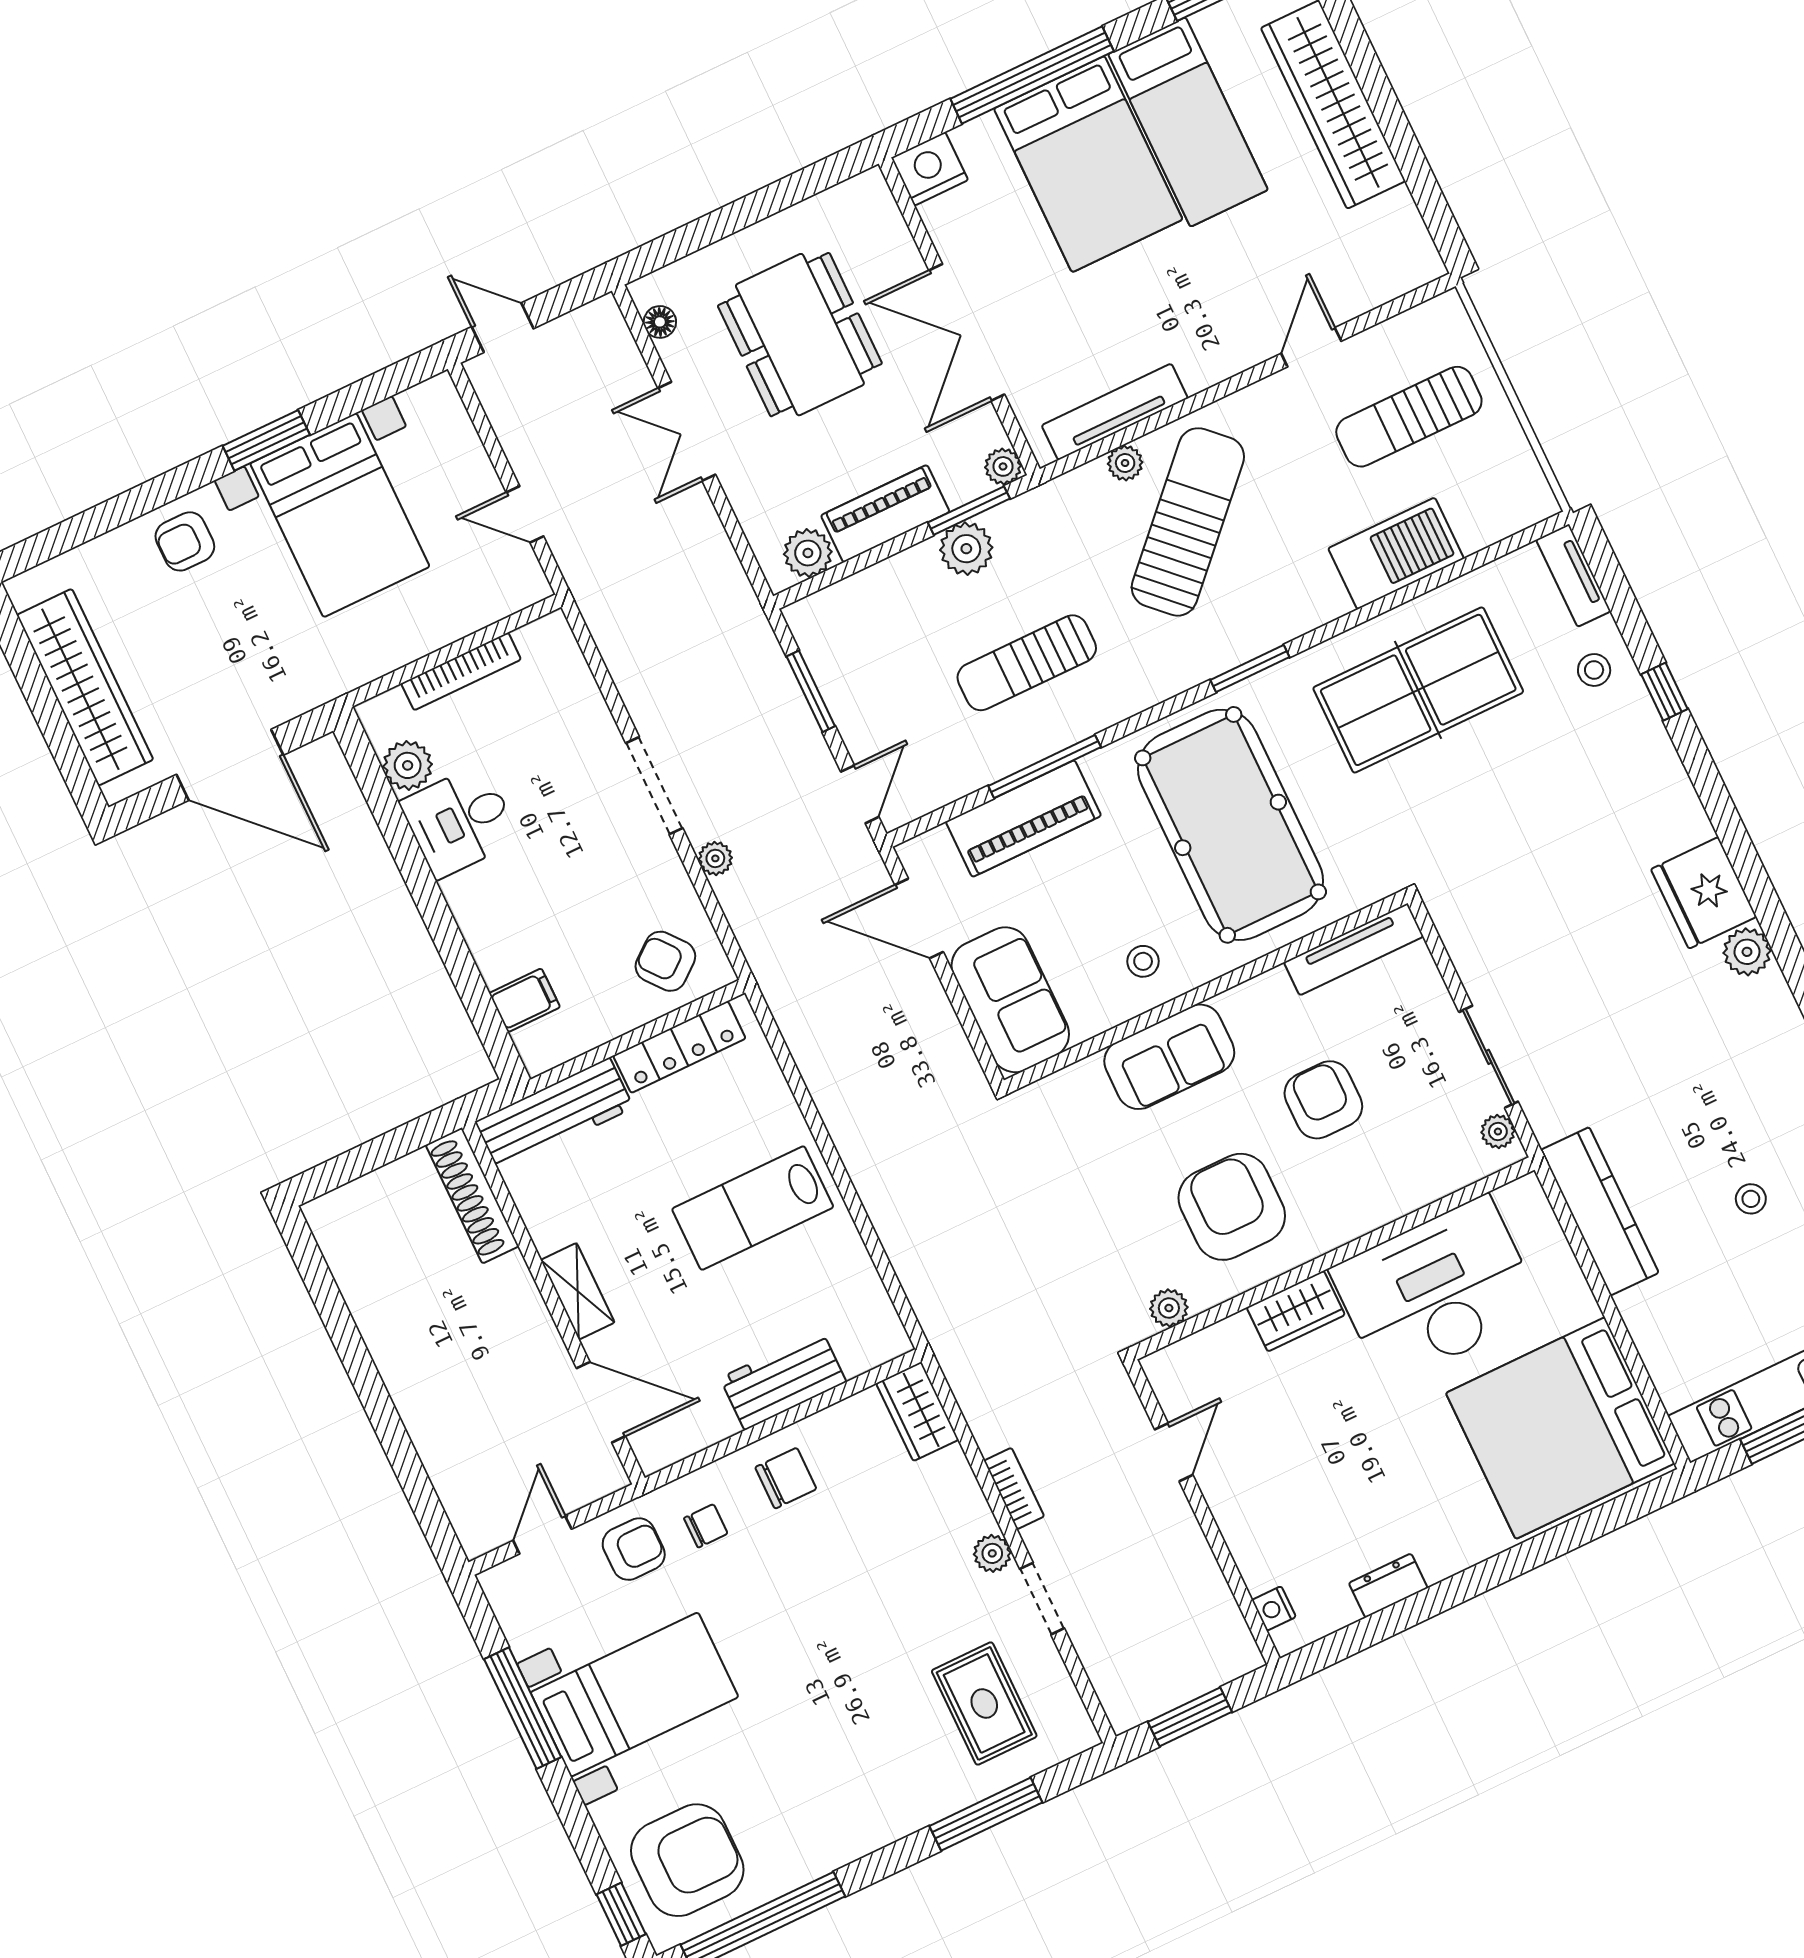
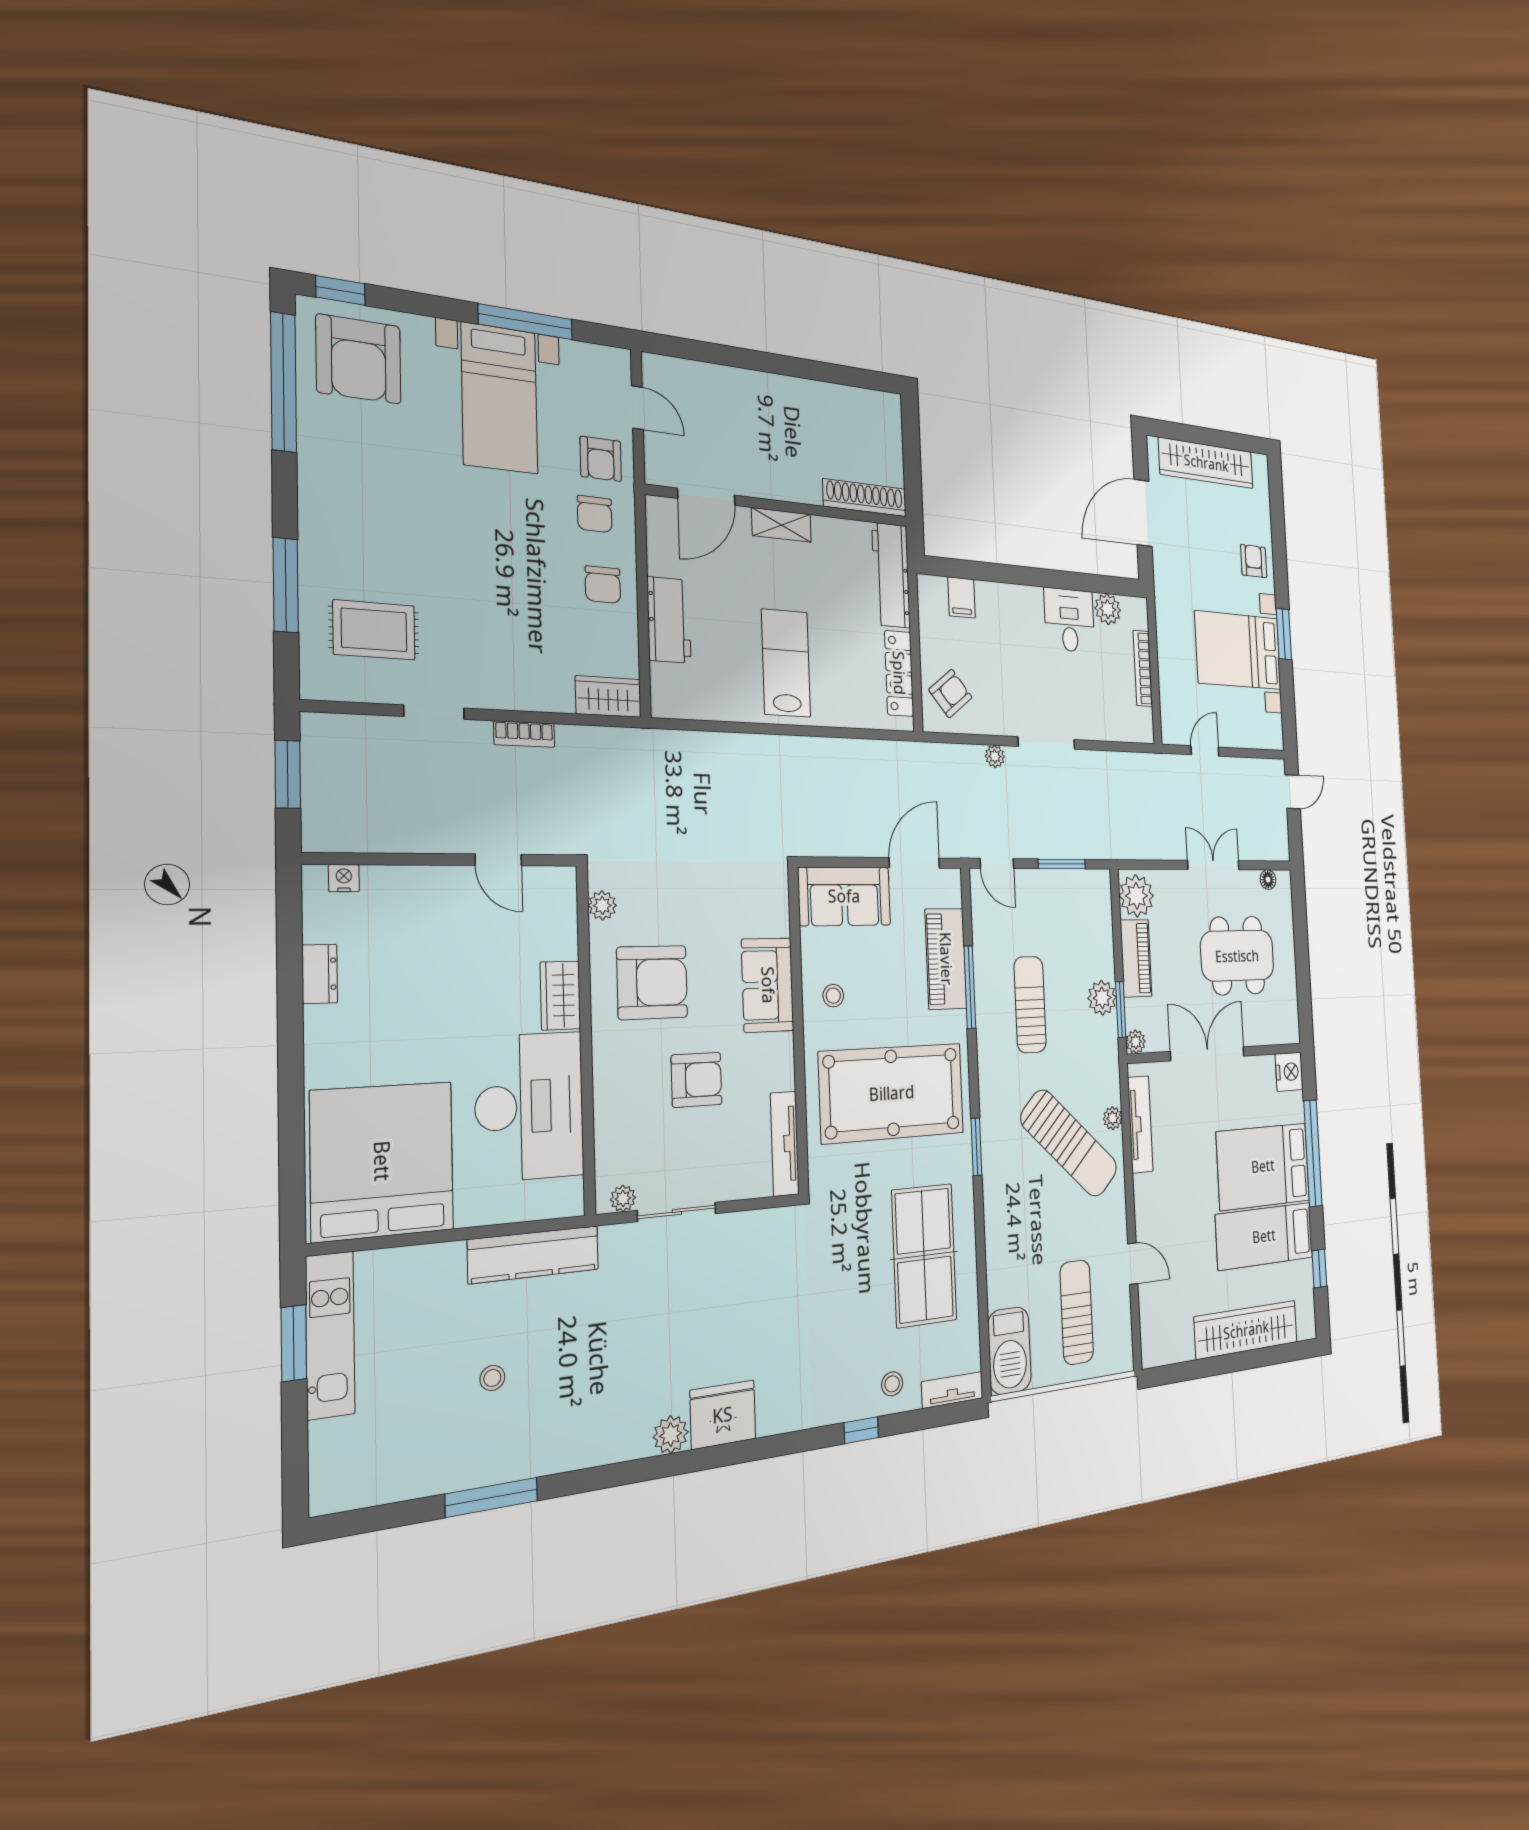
plant: (808, 553) -> (1136, 896), width x1.36, depth x1.36
barbecue: (1396, 553) -> (1009, 1351), moved
chair: (706, 1526) -> (595, 514), width x1.37, depth x1.37
plant: (992, 1553) -> (484, 695), removed

